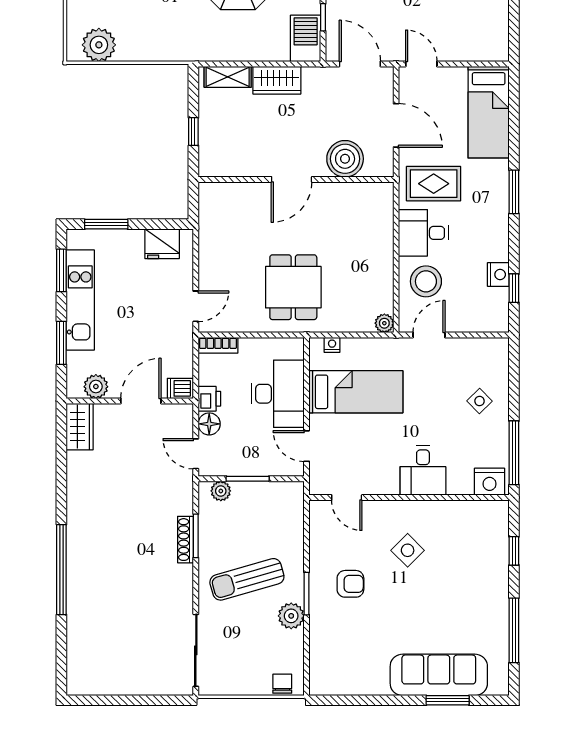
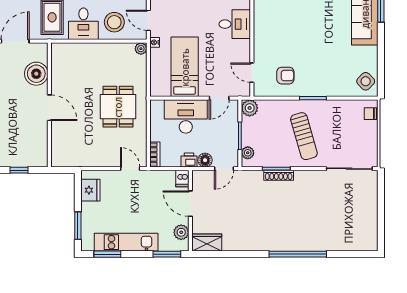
dining table: (293, 287) -> (118, 107), turned 90
window: (61, 343) -> (167, 254), moved
nightstand: (332, 345) -> (155, 42), moved
door: (347, 498) -> (252, 73), swing flipped
side table: (408, 550) -> (366, 81), moved
armchair: (350, 584) -> (285, 76), moved, turned 90
plant: (291, 616) -> (250, 108), moved

